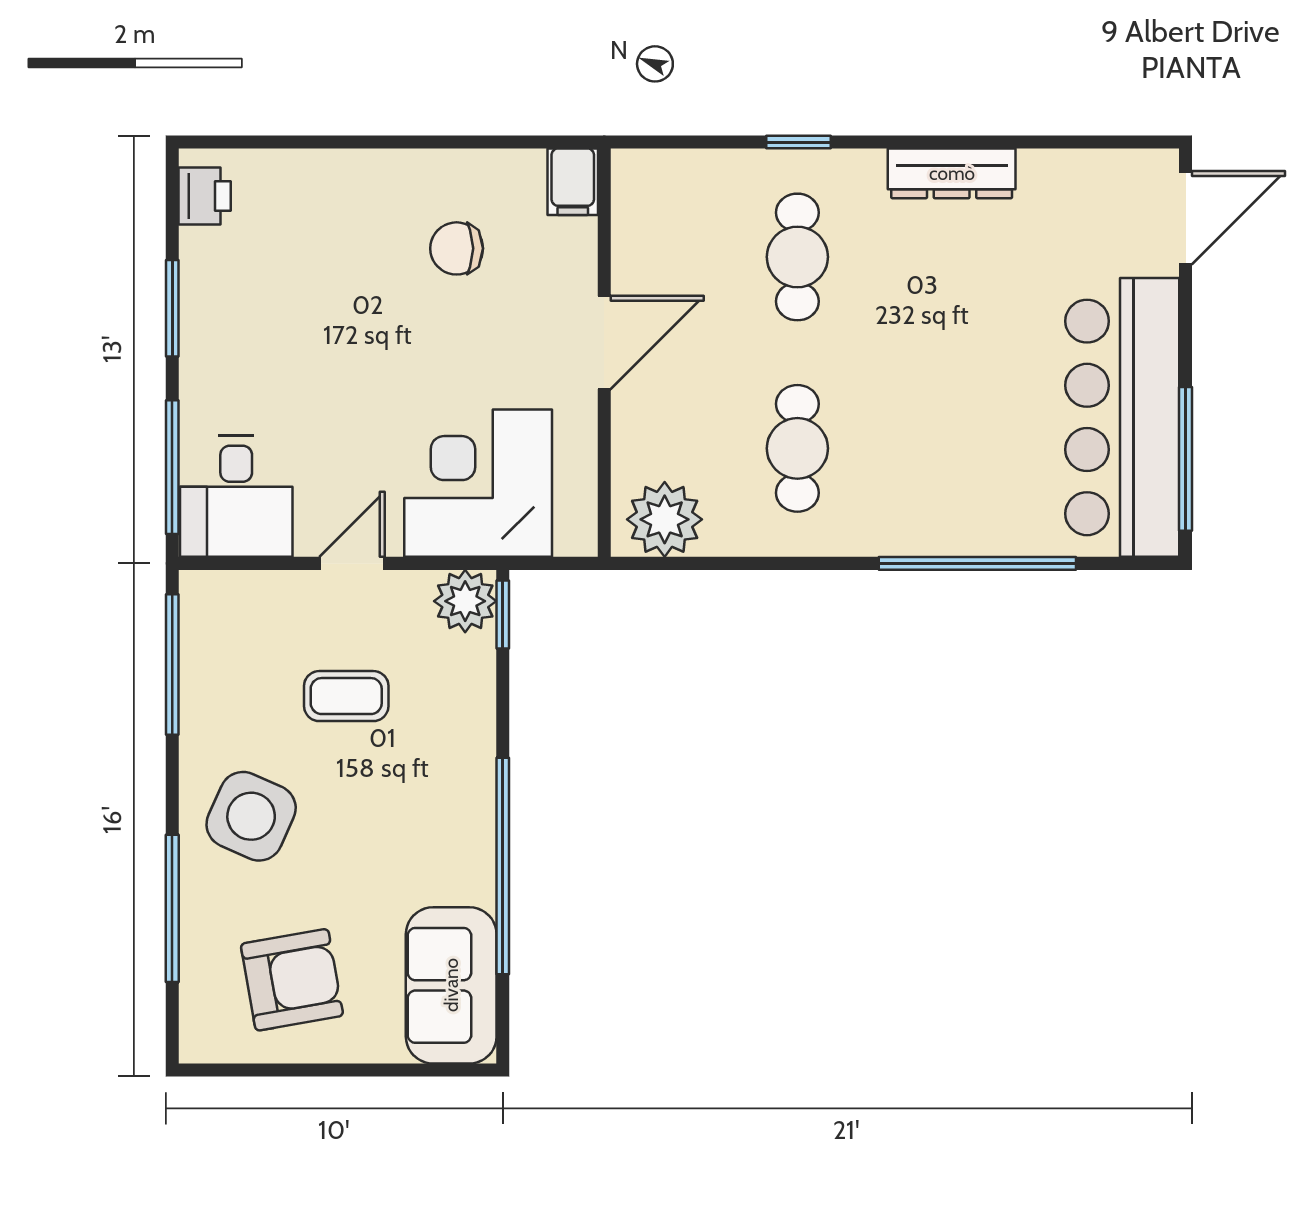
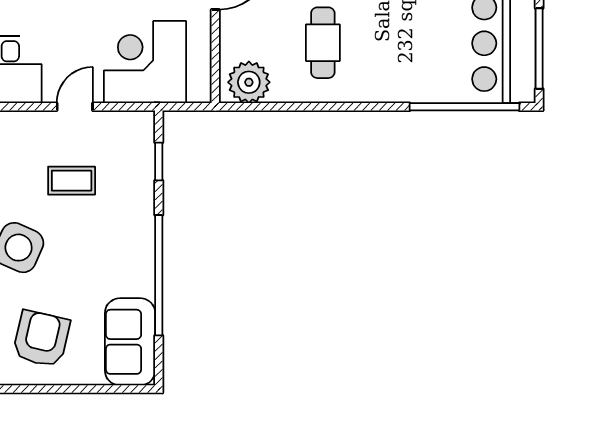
window: (977, 563) -> (464, 107), moved
plant: (465, 601) -> (138, 128), removed
window: (503, 615) -> (159, 162), moved
armchair: (292, 980) -> (41, 339), turned -67

